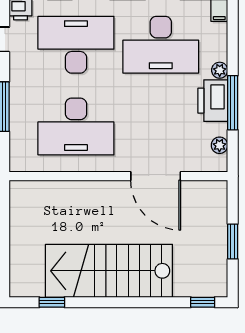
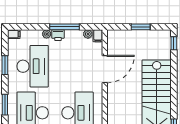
printer: (213, 101) -> (58, 35), width x0.53, depth x0.68
filing cabinet: (216, 164) -> (98, 36), added

